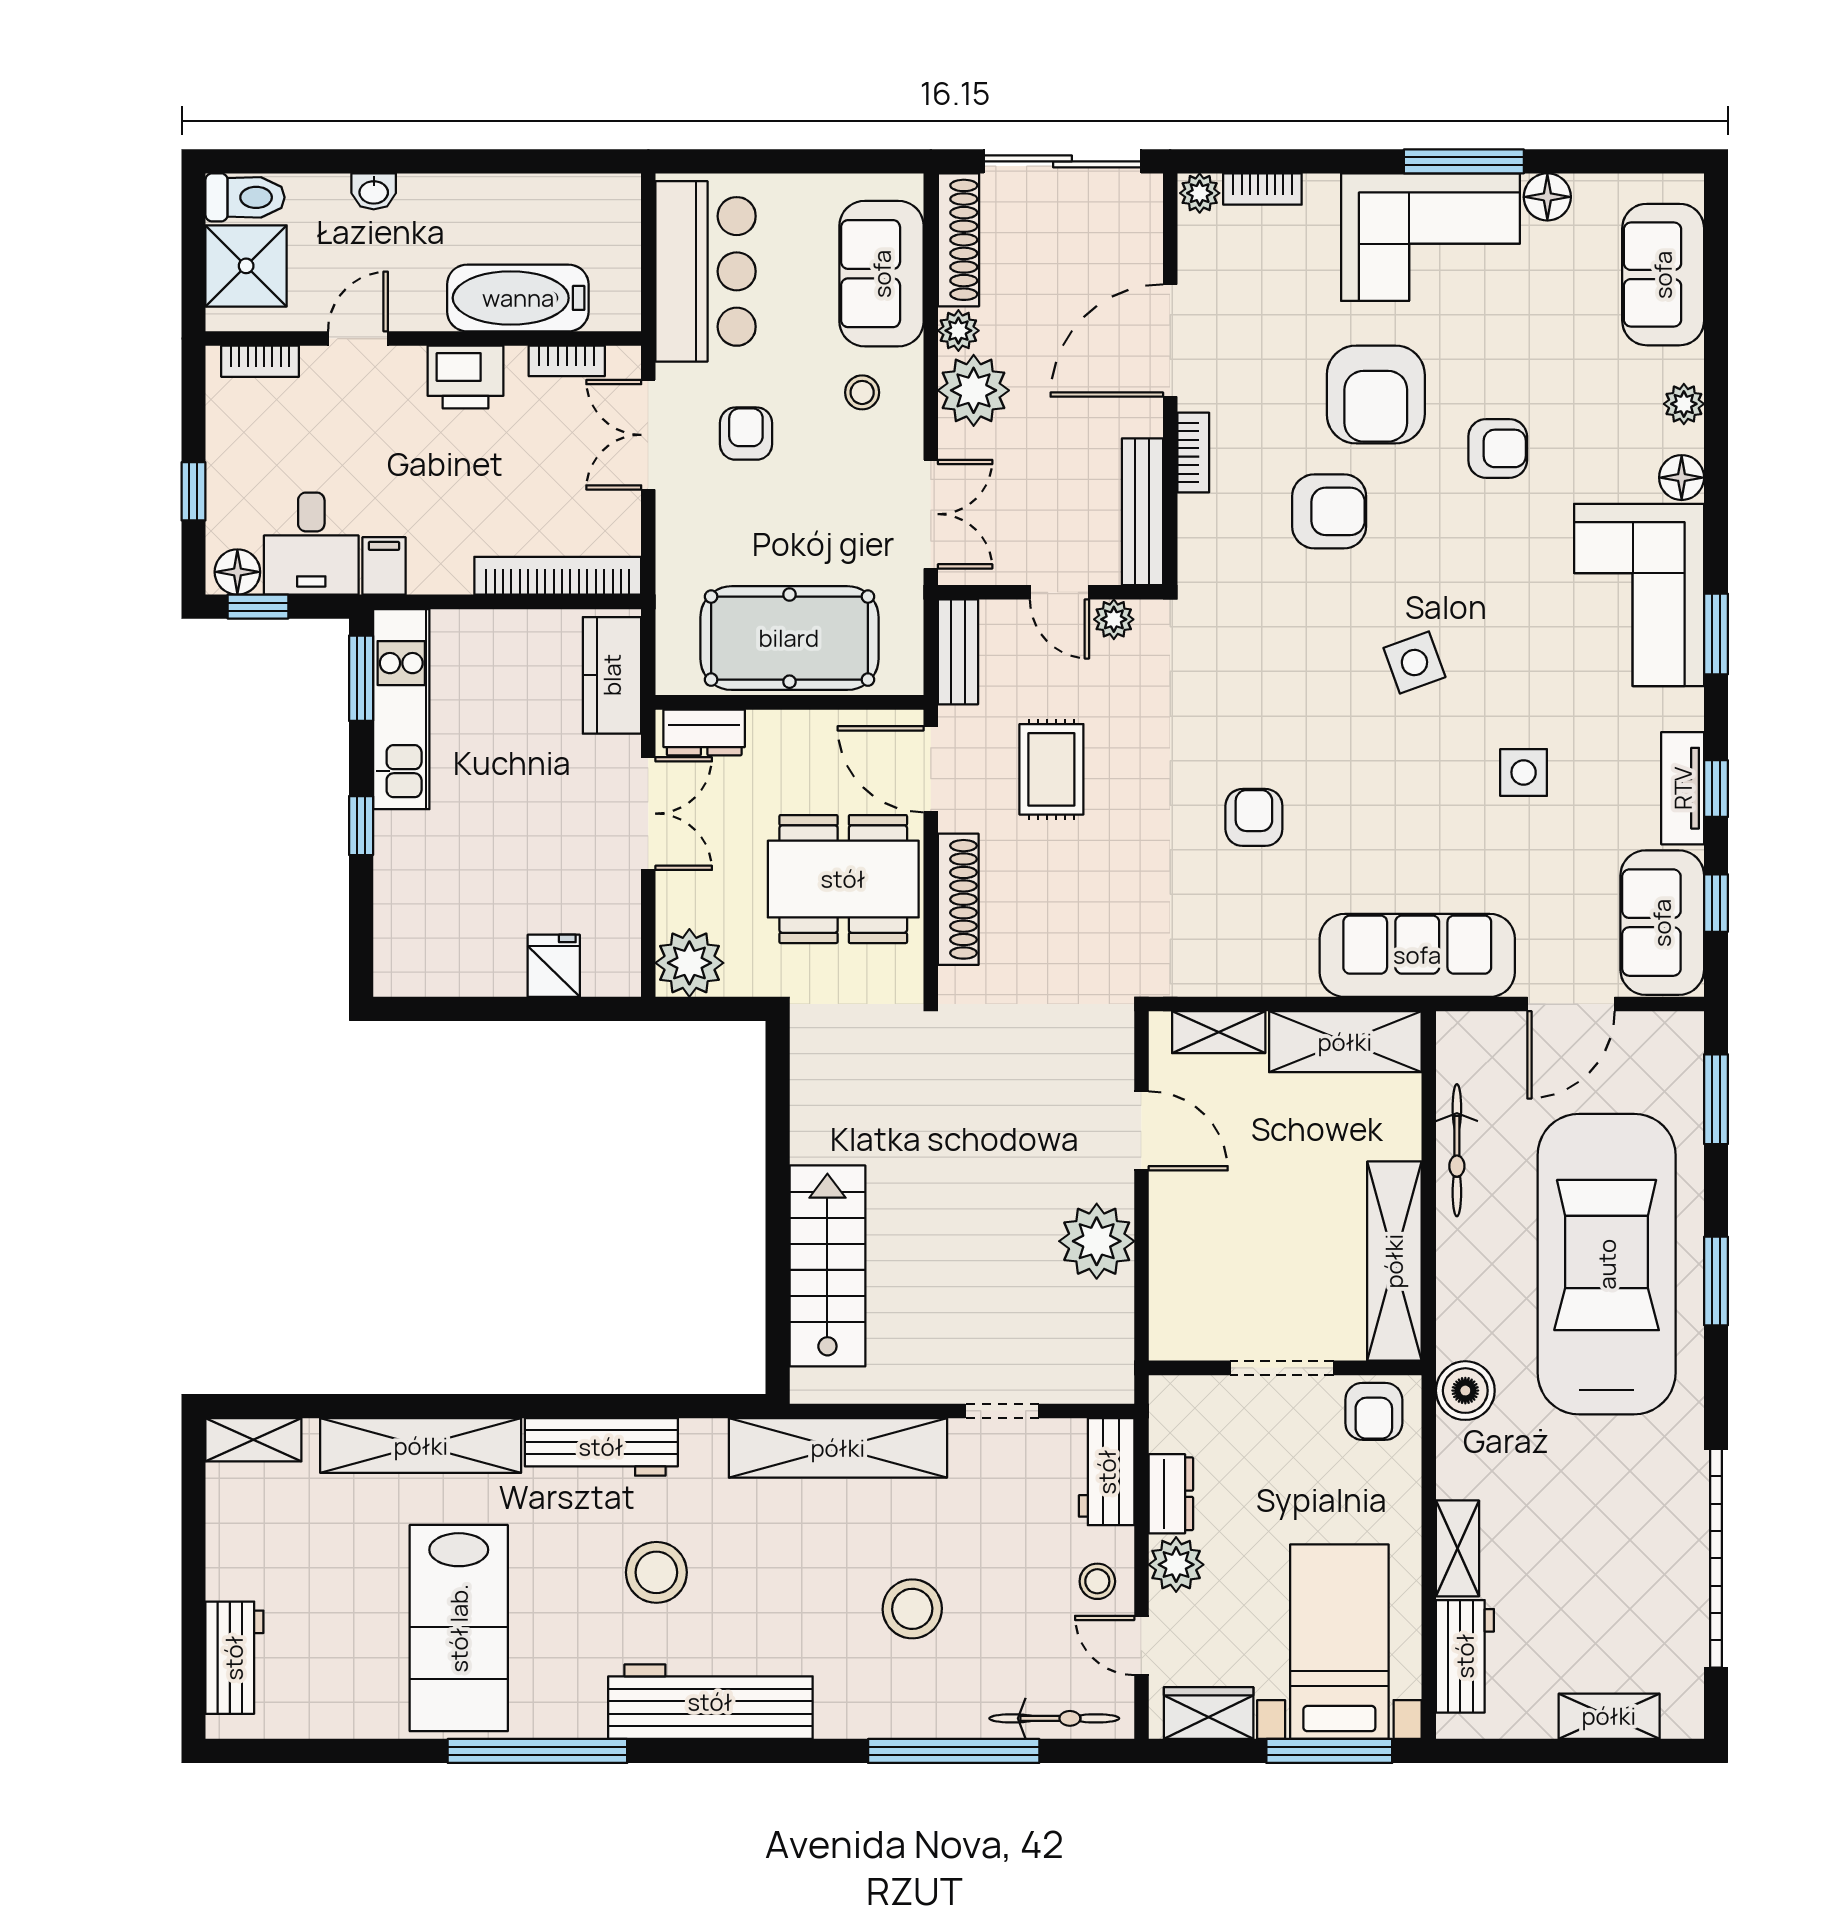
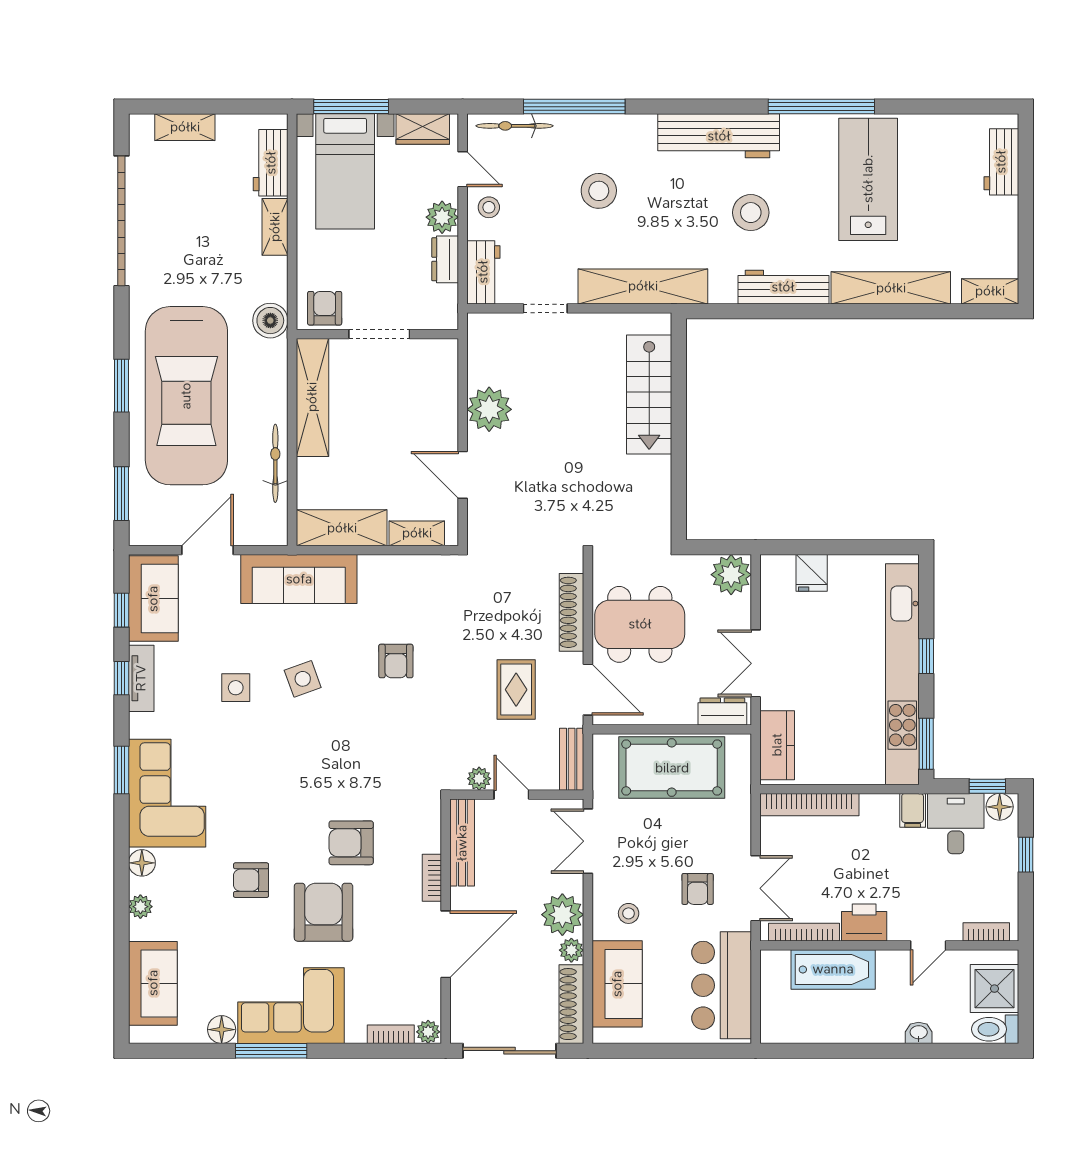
bookcase: (567, 361) -> (804, 932), width x1.56
side table: (1414, 663) -> (303, 679), moved
kitchen unit: (401, 709) -> (902, 674), width x1.86

